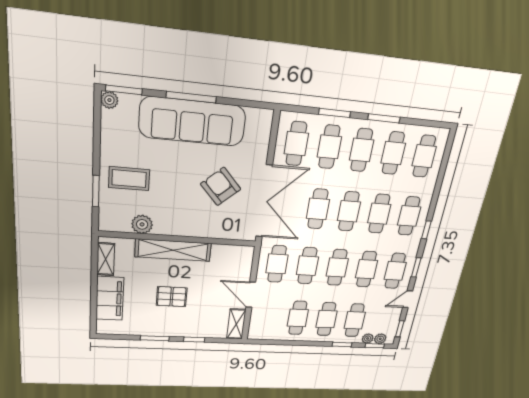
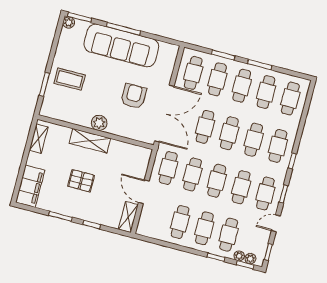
armchair: (221, 186) -> (134, 96), turned 42
plant: (142, 224) -> (99, 123), moved
shelving: (173, 250) -> (90, 141), width x0.68
filing cabinet: (110, 299) -> (30, 186), moved

